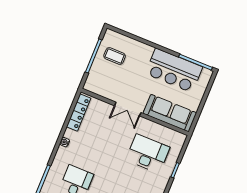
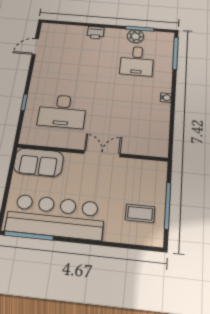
bar counter: (174, 70) -> (55, 217), width x1.36
locker: (79, 112) -> (162, 134), removed
sofa: (170, 113) -> (39, 162), width x0.73

